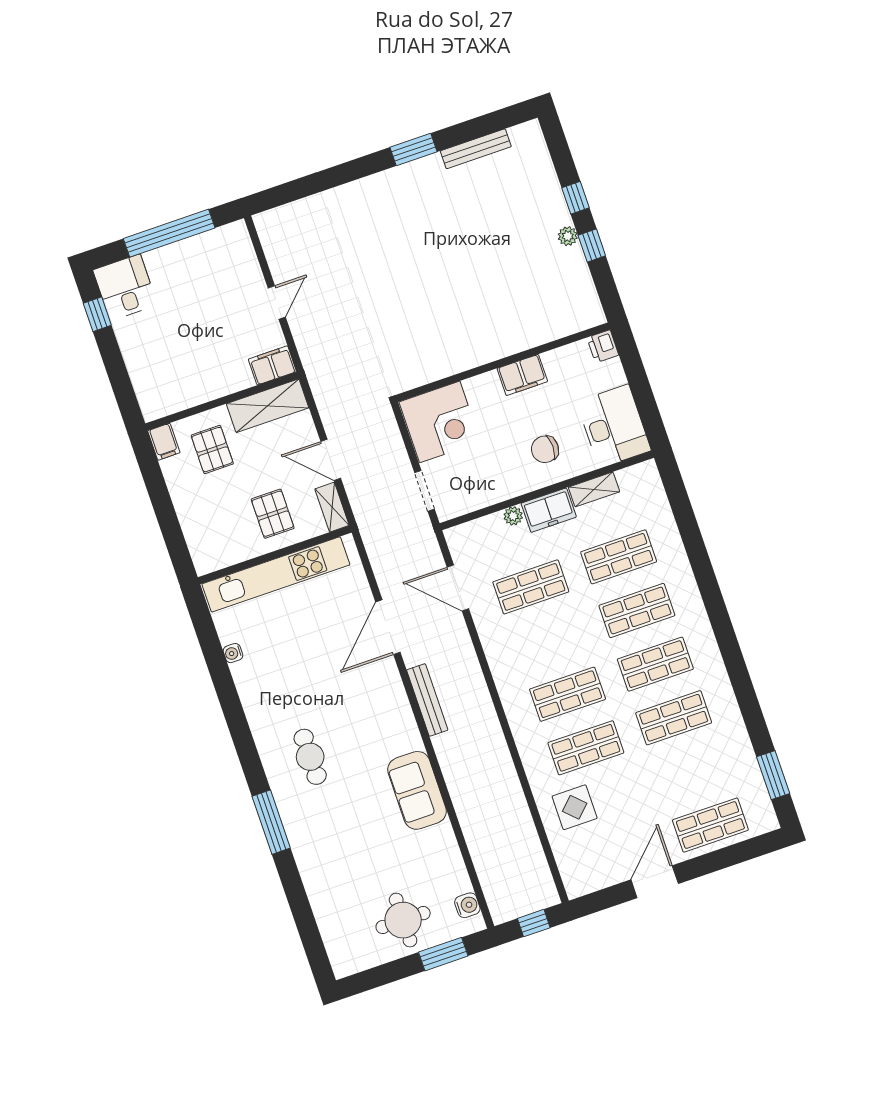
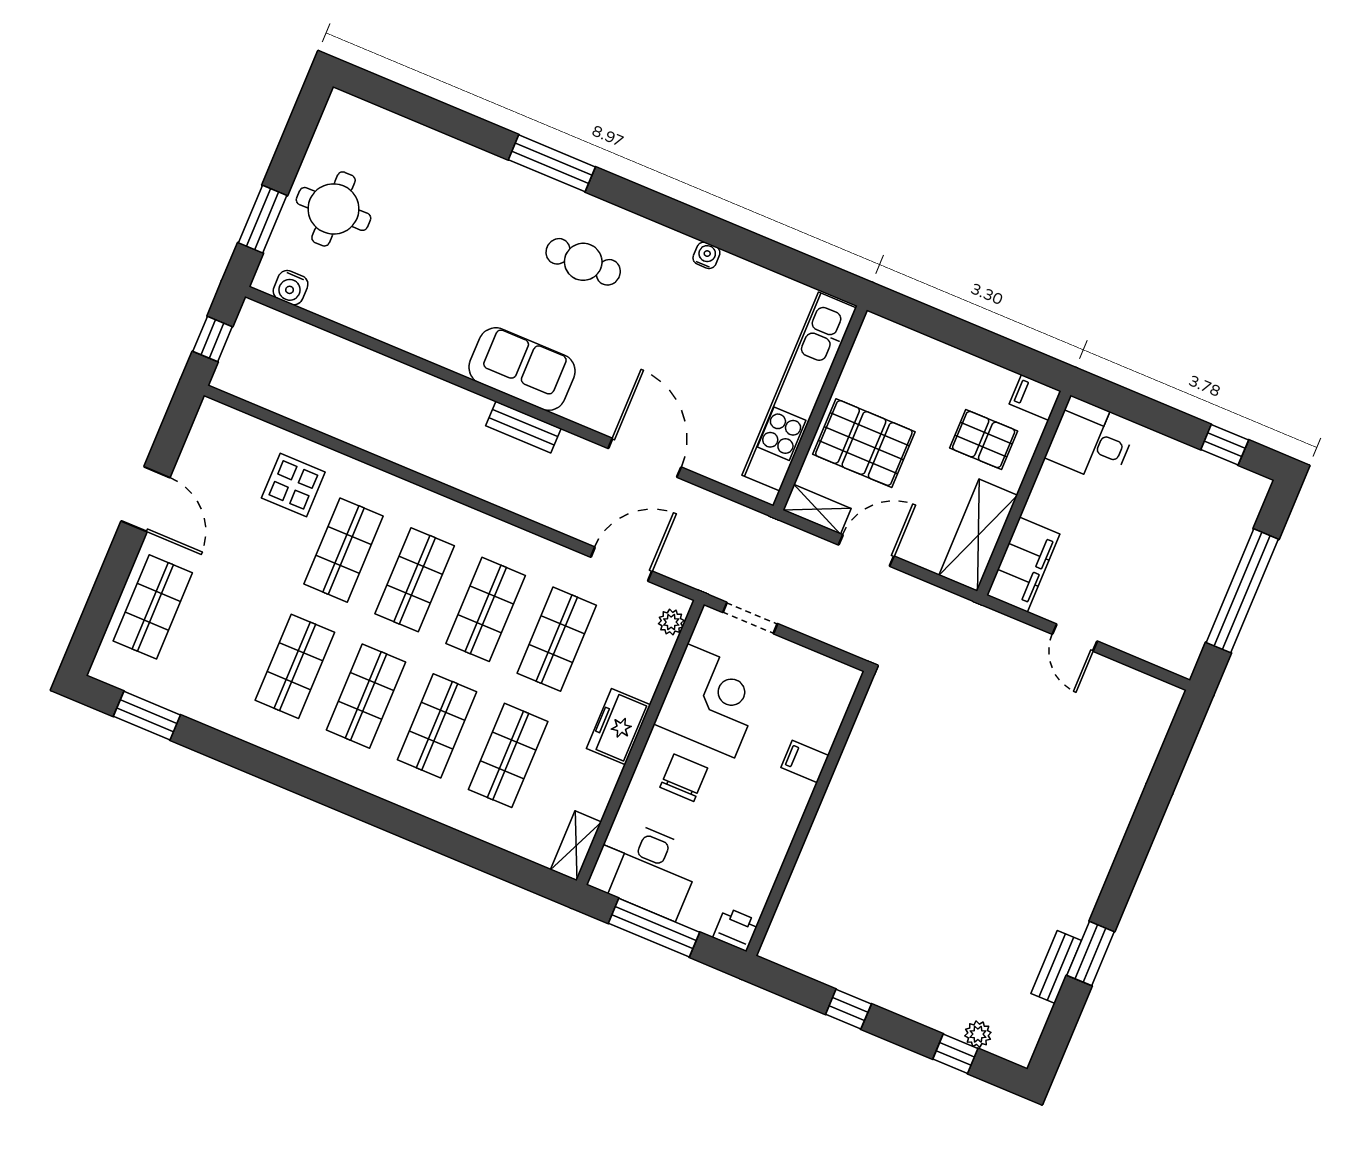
bench: (476, 149) -> (1056, 967), width x0.73
window: (413, 150) -> (1091, 953), moved
window: (575, 198) -> (955, 1054), moved
plant: (568, 236) -> (978, 1034), moved
desk: (125, 287) -> (1091, 441), moved, turned 180
filing cabinet: (272, 365) -> (1023, 565), width x1.50, depth x1.17
filing cabinet: (522, 375) -> (805, 761), moved, width x0.50
window: (642, 392) -> (654, 928), added
corner desk: (440, 422) -> (711, 701), moved, turned 180
shelving: (594, 489) -> (576, 846), moved
pallet: (273, 514) -> (864, 443), width x1.50, depth x1.42
plant: (513, 516) -> (671, 622), moved
shop shelf: (549, 641) -> (486, 609), added
water cooler: (233, 653) -> (706, 255), moved
bench: (427, 700) -> (523, 427), width x0.73
sofa: (417, 790) -> (522, 369), moved

